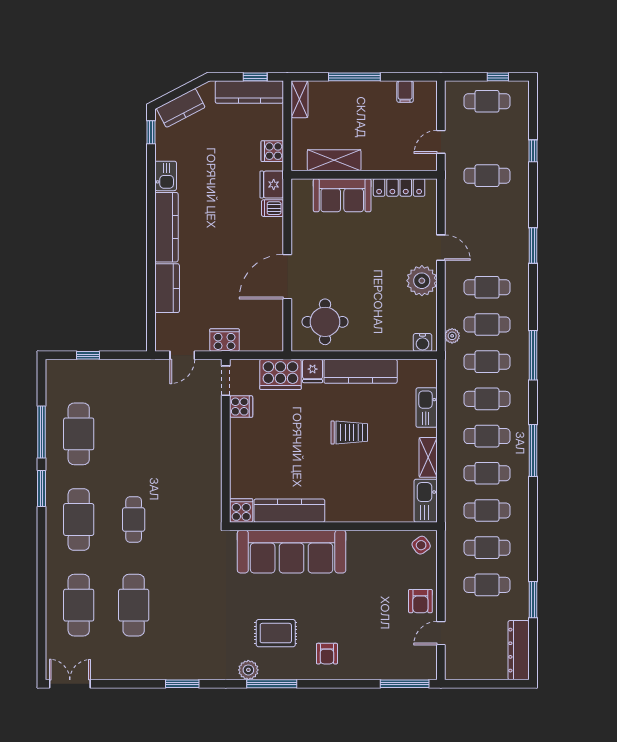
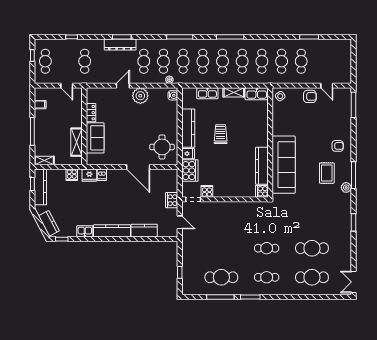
locker: (399, 187) -> (91, 113), width x0.66
cafe table: (79, 519) -> (267, 277), width x0.73, depth x0.74
dresser: (519, 650) -> (120, 44), moved

